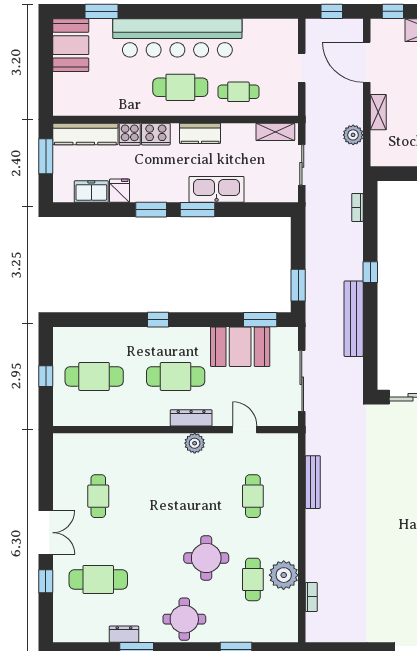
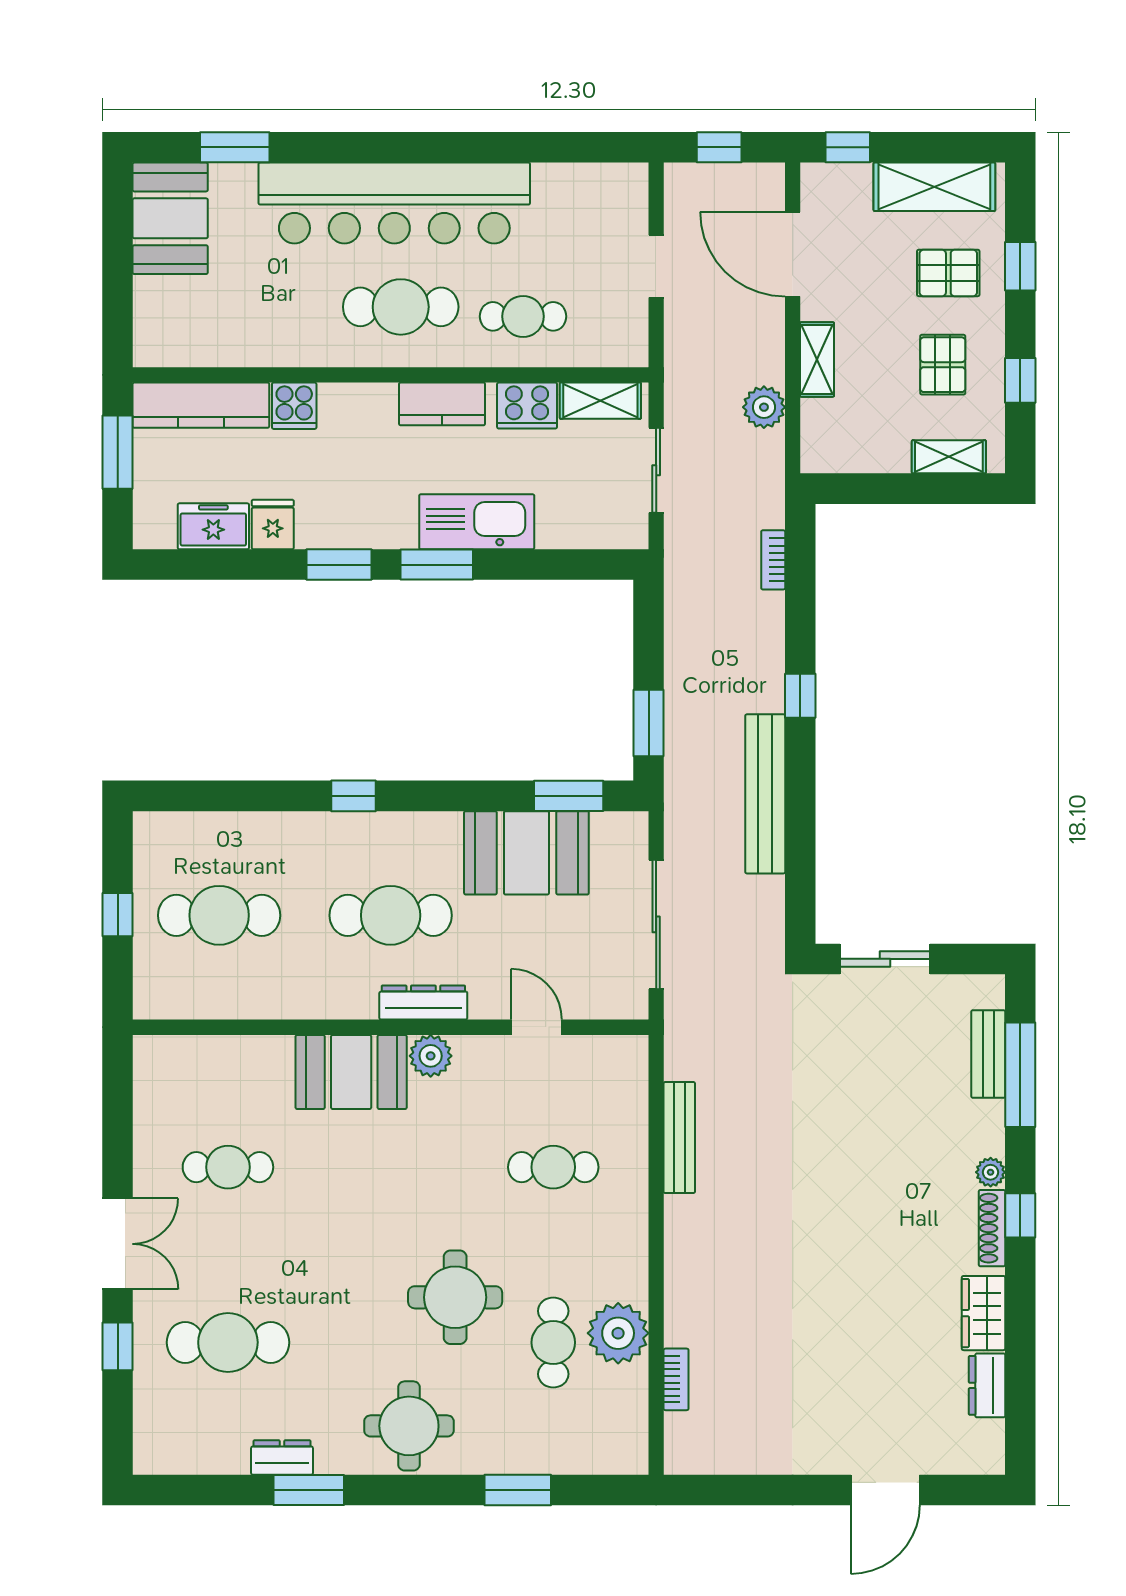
cooker: (156, 134) -> (527, 406), moved
booth: (157, 451) -> (351, 1072), added
cafe table: (98, 496) -> (228, 1167), turned 90
cafe table: (253, 496) -> (553, 1167), turned 90

